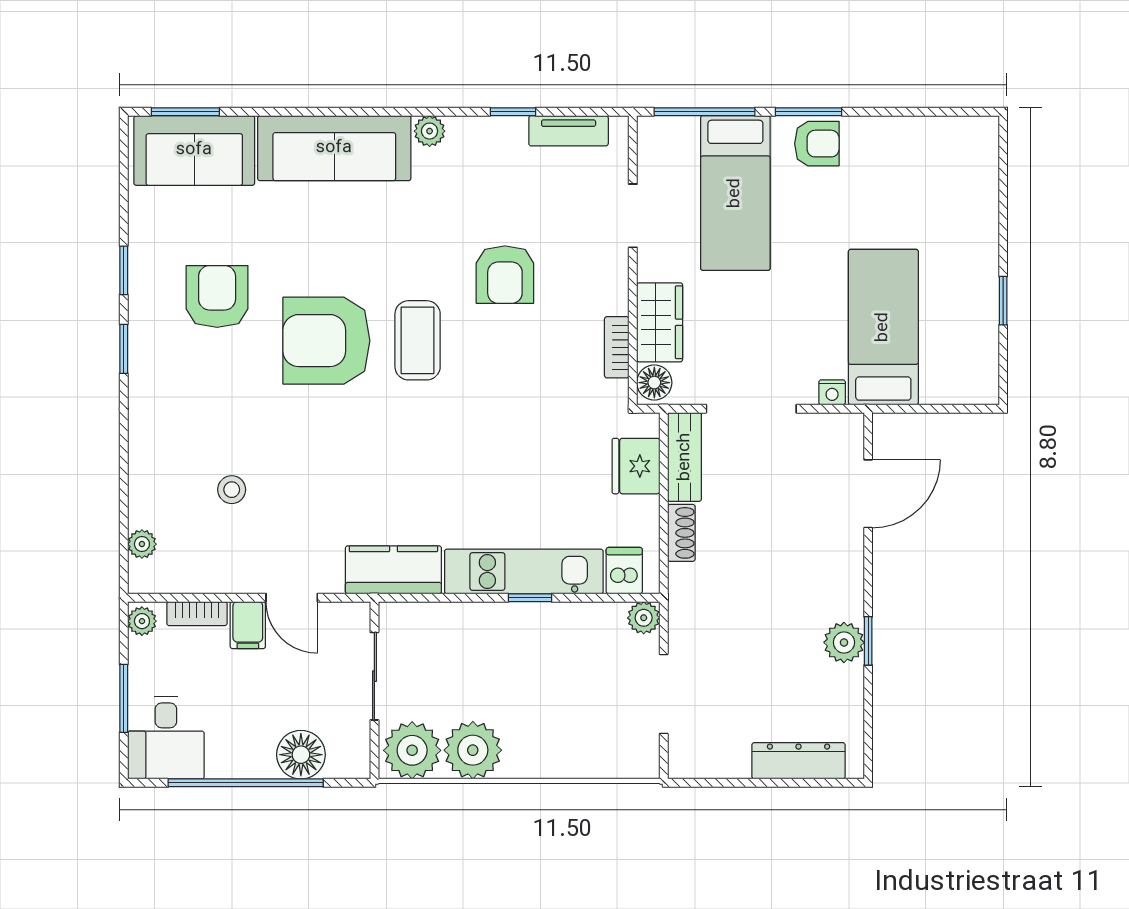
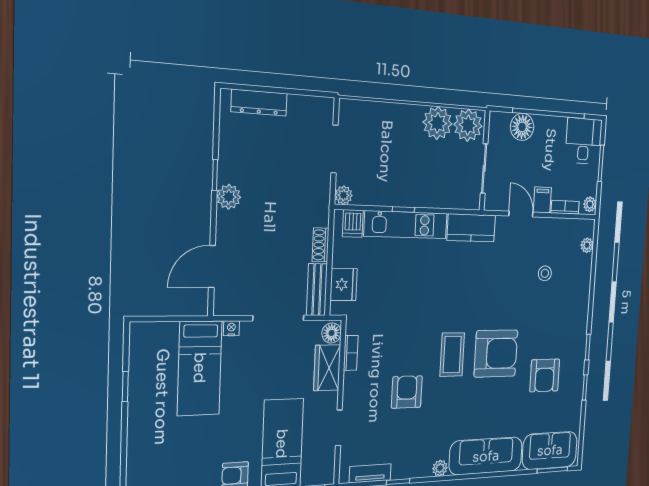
plant: (844, 642) -> (229, 197), moved

